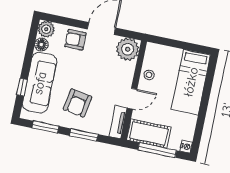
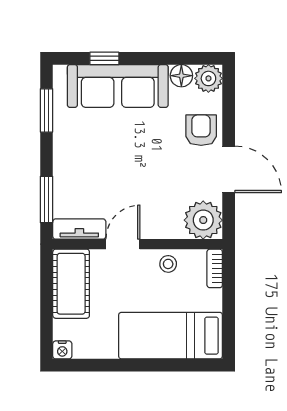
bookcase: (157, 48) -> (215, 268), added
door: (132, 99) -> (123, 244), swing flipped
armchair: (77, 103) -> (97, 155), removed
window: (84, 135) -> (46, 199), moved
window: (157, 150) -> (46, 303), removed

